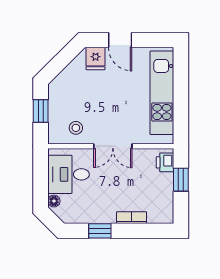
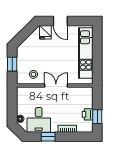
double door: (113, 146) -> (56, 85), swing flipped
printer: (165, 162) -> (88, 114), moved
desk: (69, 174) -> (39, 120), moved, turned -90
window: (181, 180) -> (97, 117), moved

